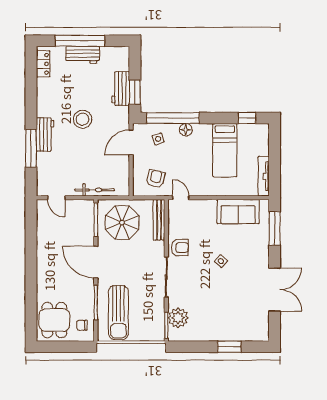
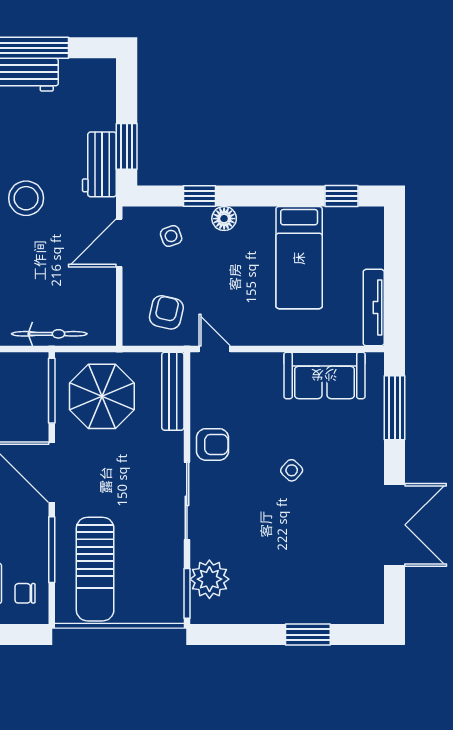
workbench: (121, 89) -> (99, 164), moved
window: (173, 118) -> (200, 196), width x0.32

